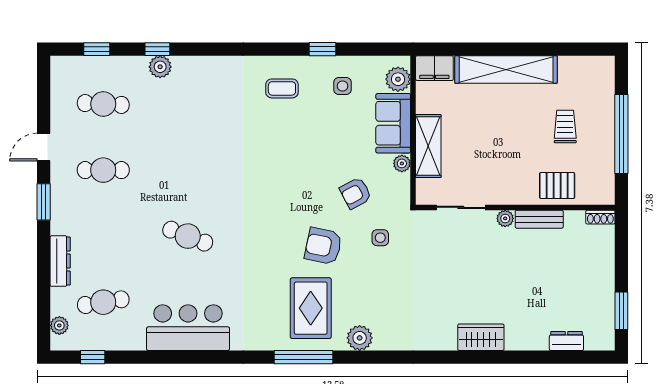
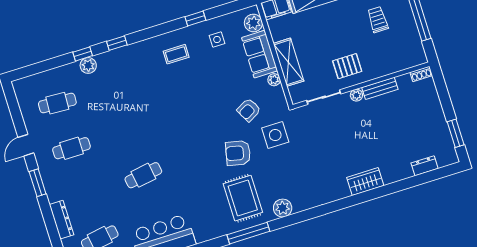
window: (97, 49) -> (117, 43), moved
pallet: (557, 186) -> (347, 66), moved
cafe table: (188, 236) -> (143, 175), turned -30
side table: (380, 238) -> (275, 135), width x1.87, depth x1.87

